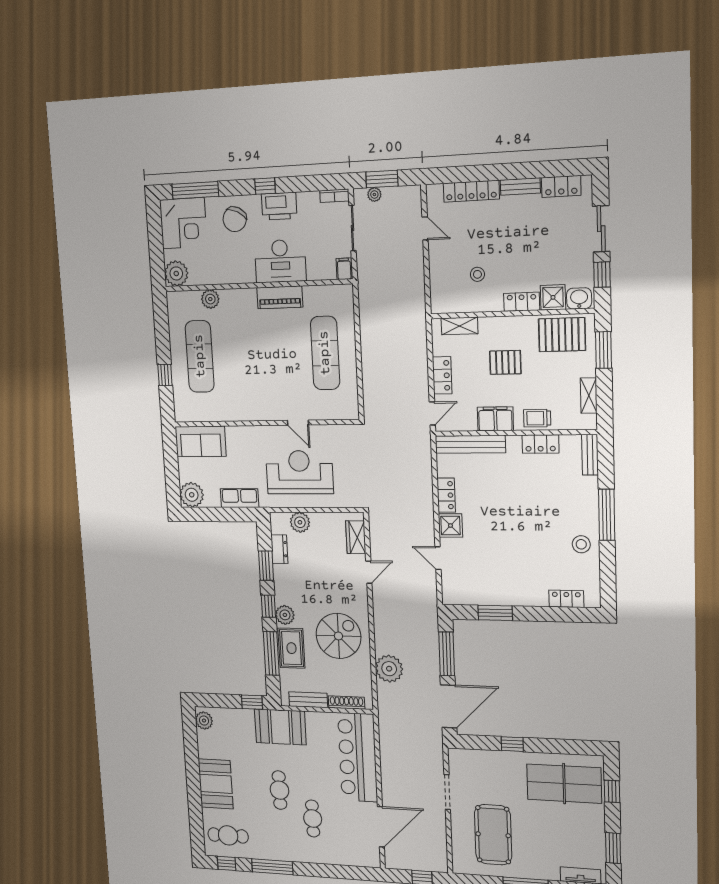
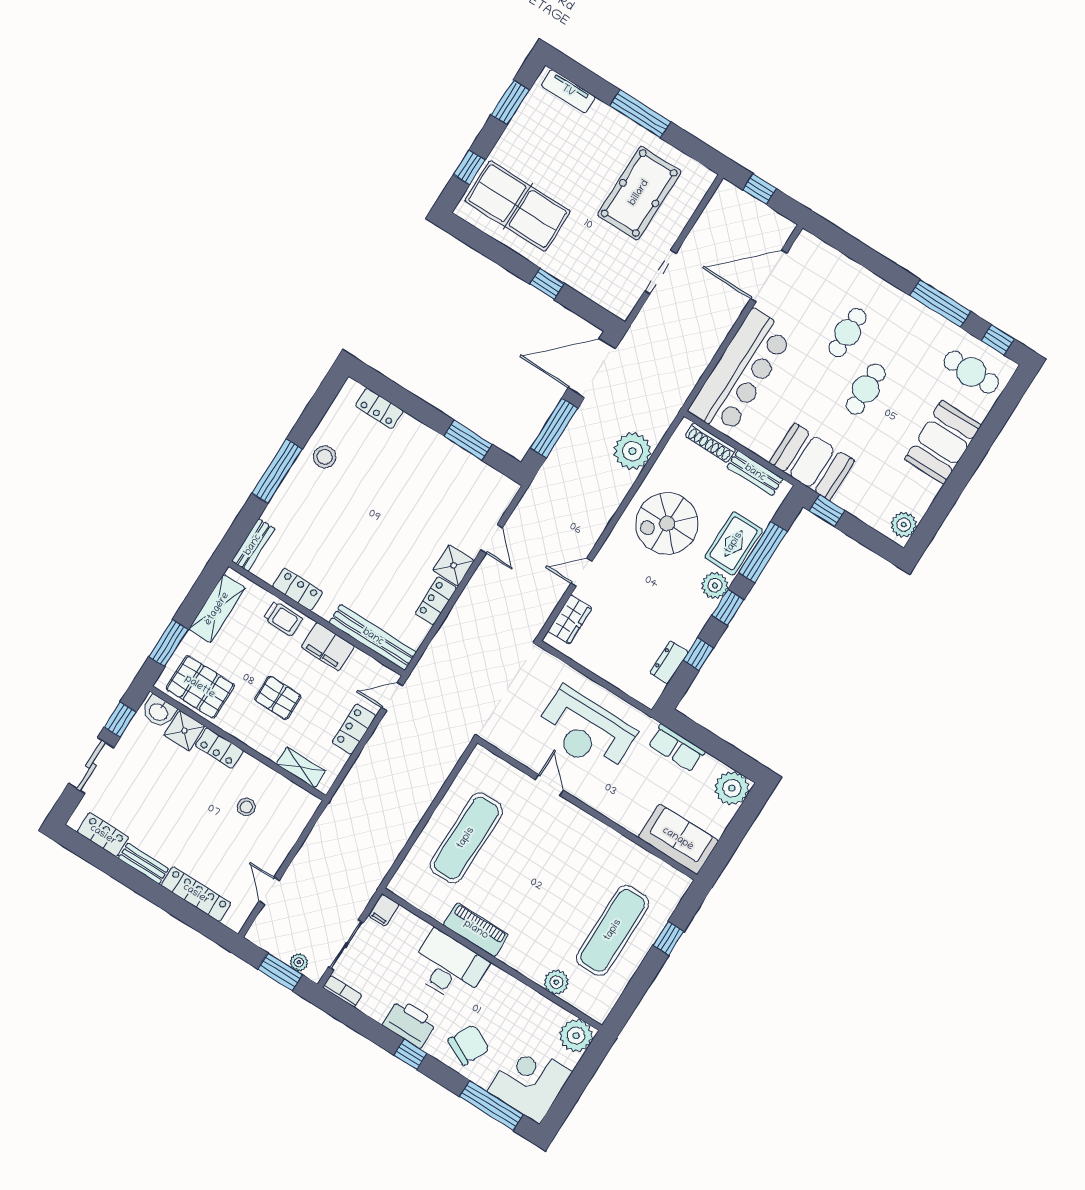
shelving: (589, 396) -> (217, 609), width x1.50, depth x1.33
plant: (300, 522) -> (624, 677), removed
window: (266, 566) -> (698, 654), width x0.67

